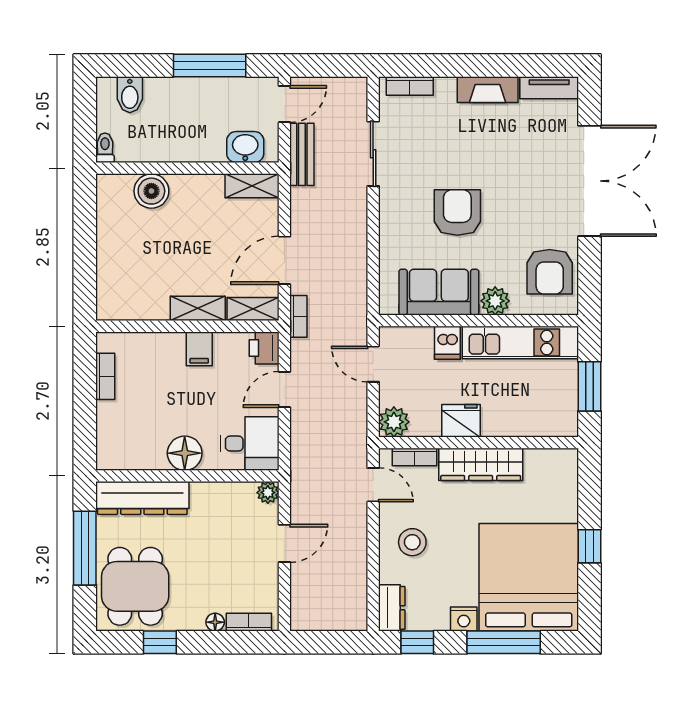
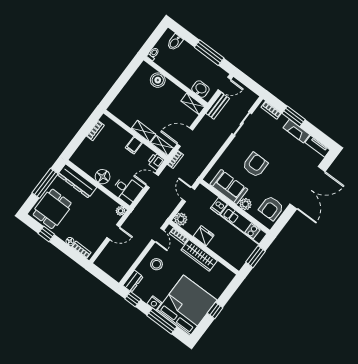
window: (461, 66) -> (294, 116), added

